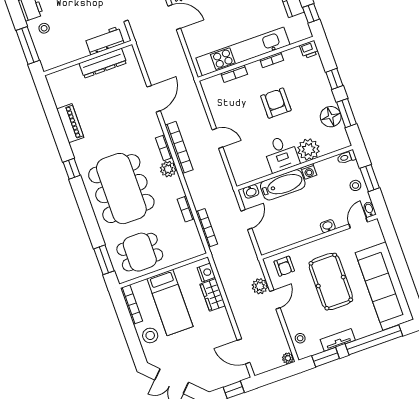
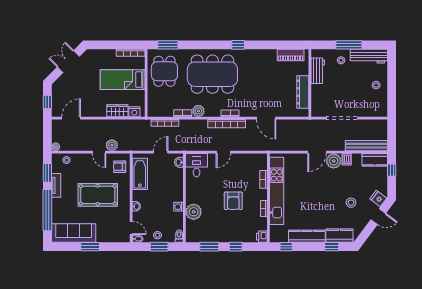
workbench: (104, 41) -> (318, 71), moved
window: (28, 45) -> (349, 45), moved
armchair: (276, 103) -> (233, 201), turned 90
floor lamp: (331, 117) -> (211, 235), removed
piano: (70, 123) -> (291, 55), moved
desk: (281, 154) -> (196, 165), moved, turned 90
plant: (168, 169) -> (198, 111), moved
bathtub: (283, 185) -> (140, 174), moved, turned 180
door: (246, 220) -> (161, 152), swing flipped
window: (401, 267) -> (90, 247), added
sofa: (384, 286) -> (74, 233), width x0.74, depth x0.79
stool: (150, 335) -> (105, 58), removed

